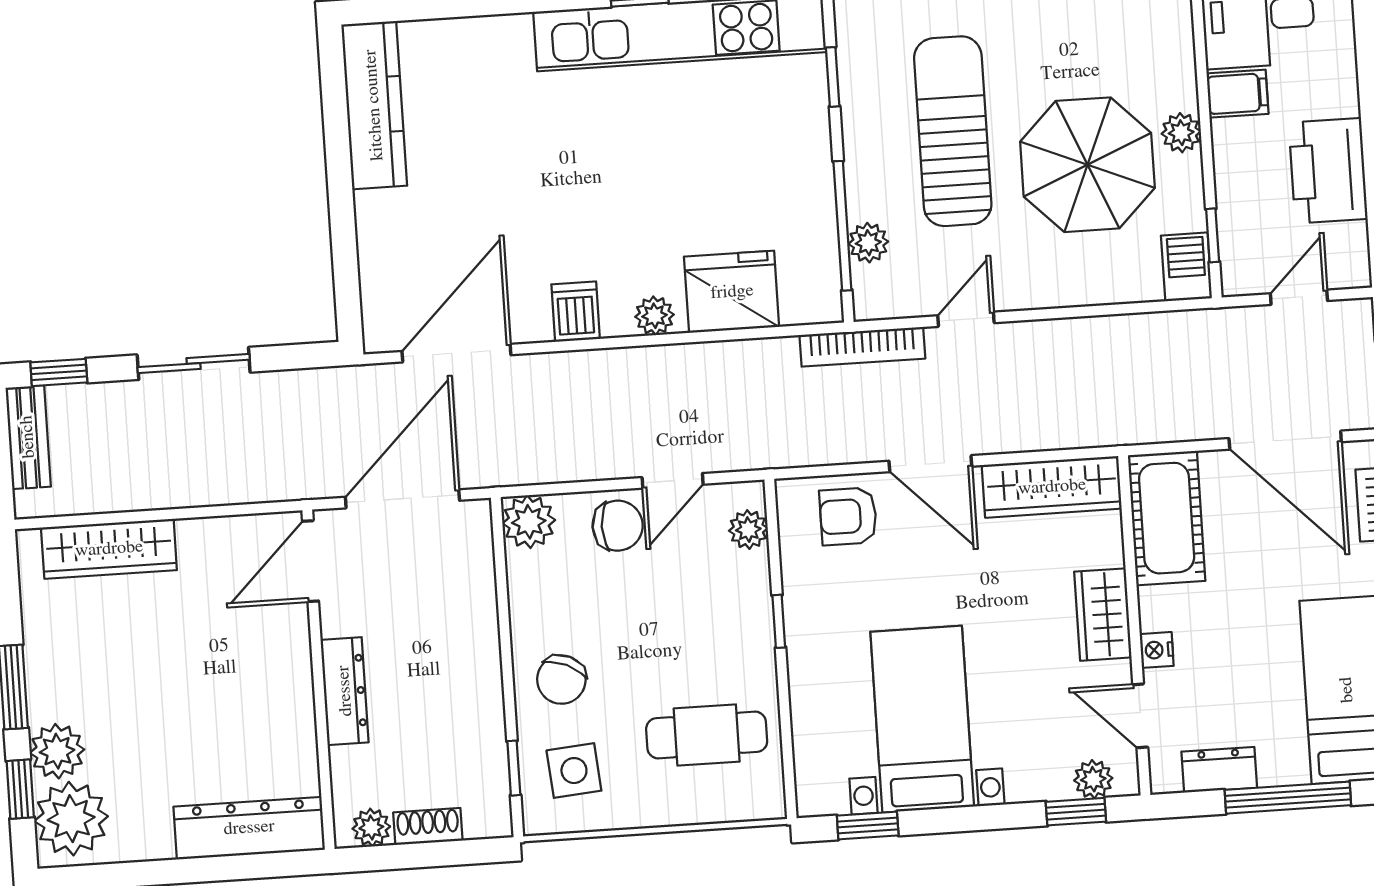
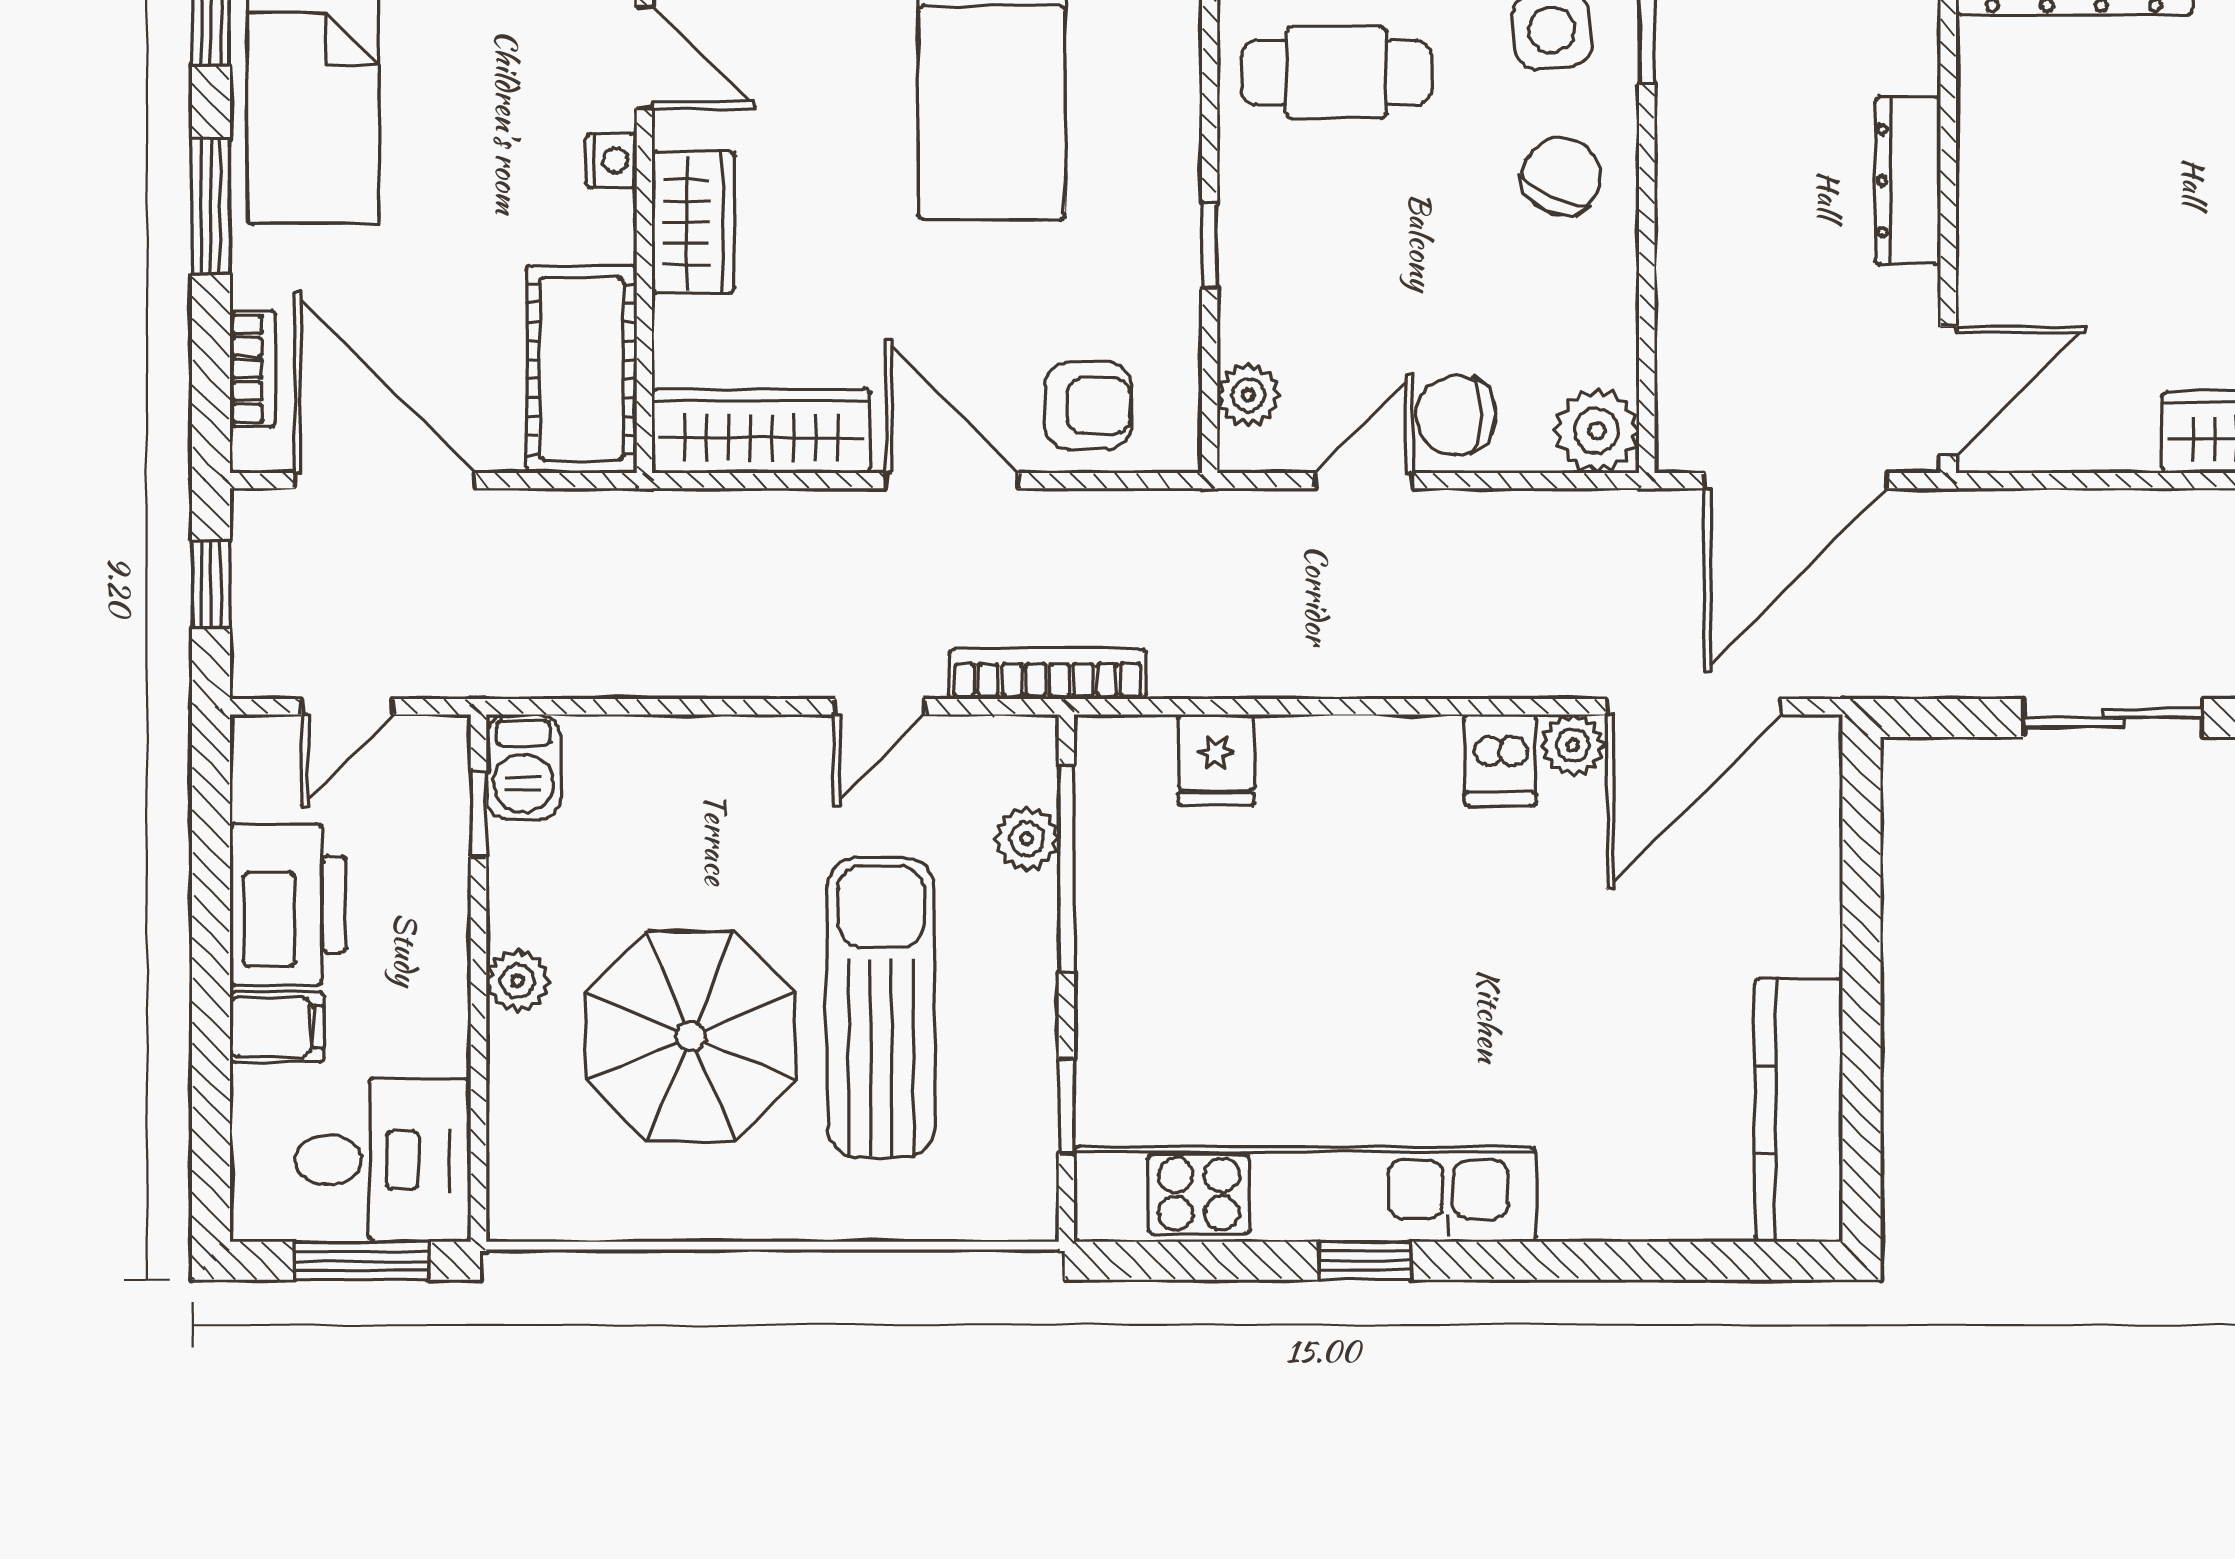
filing cabinet: (1238, 94) -> (277, 1027), moved, turned 180
sun lounger: (953, 131) -> (881, 1007), turned 180
parasol: (1087, 165) -> (691, 1036), moved
fridge: (732, 292) -> (1216, 760), width x0.53, depth x0.75
plant: (654, 316) -> (1573, 745), moved

